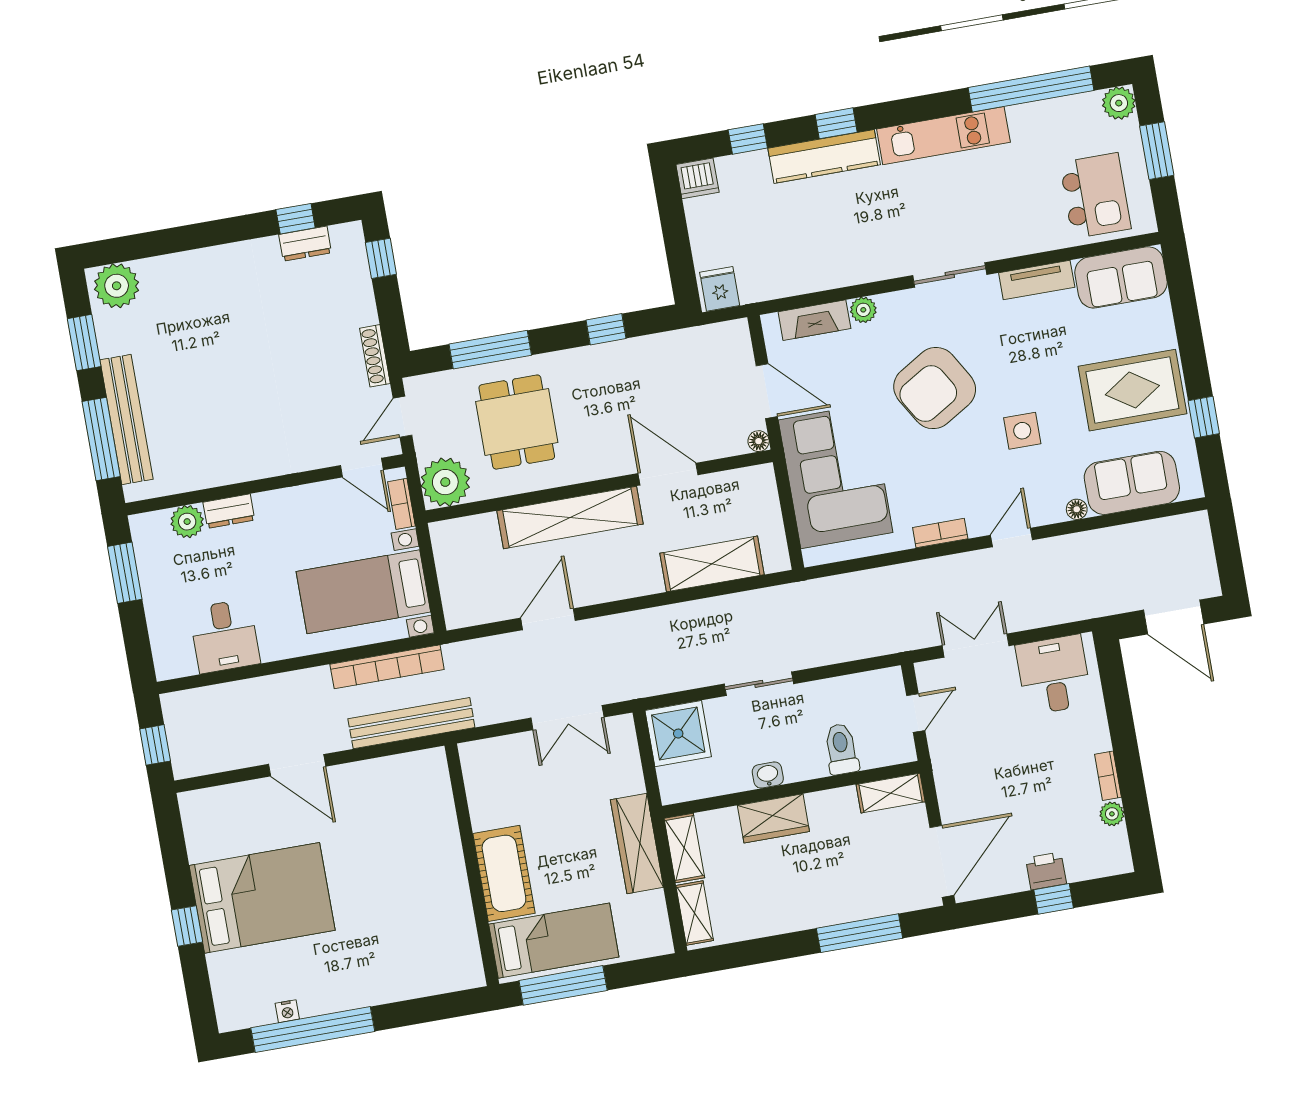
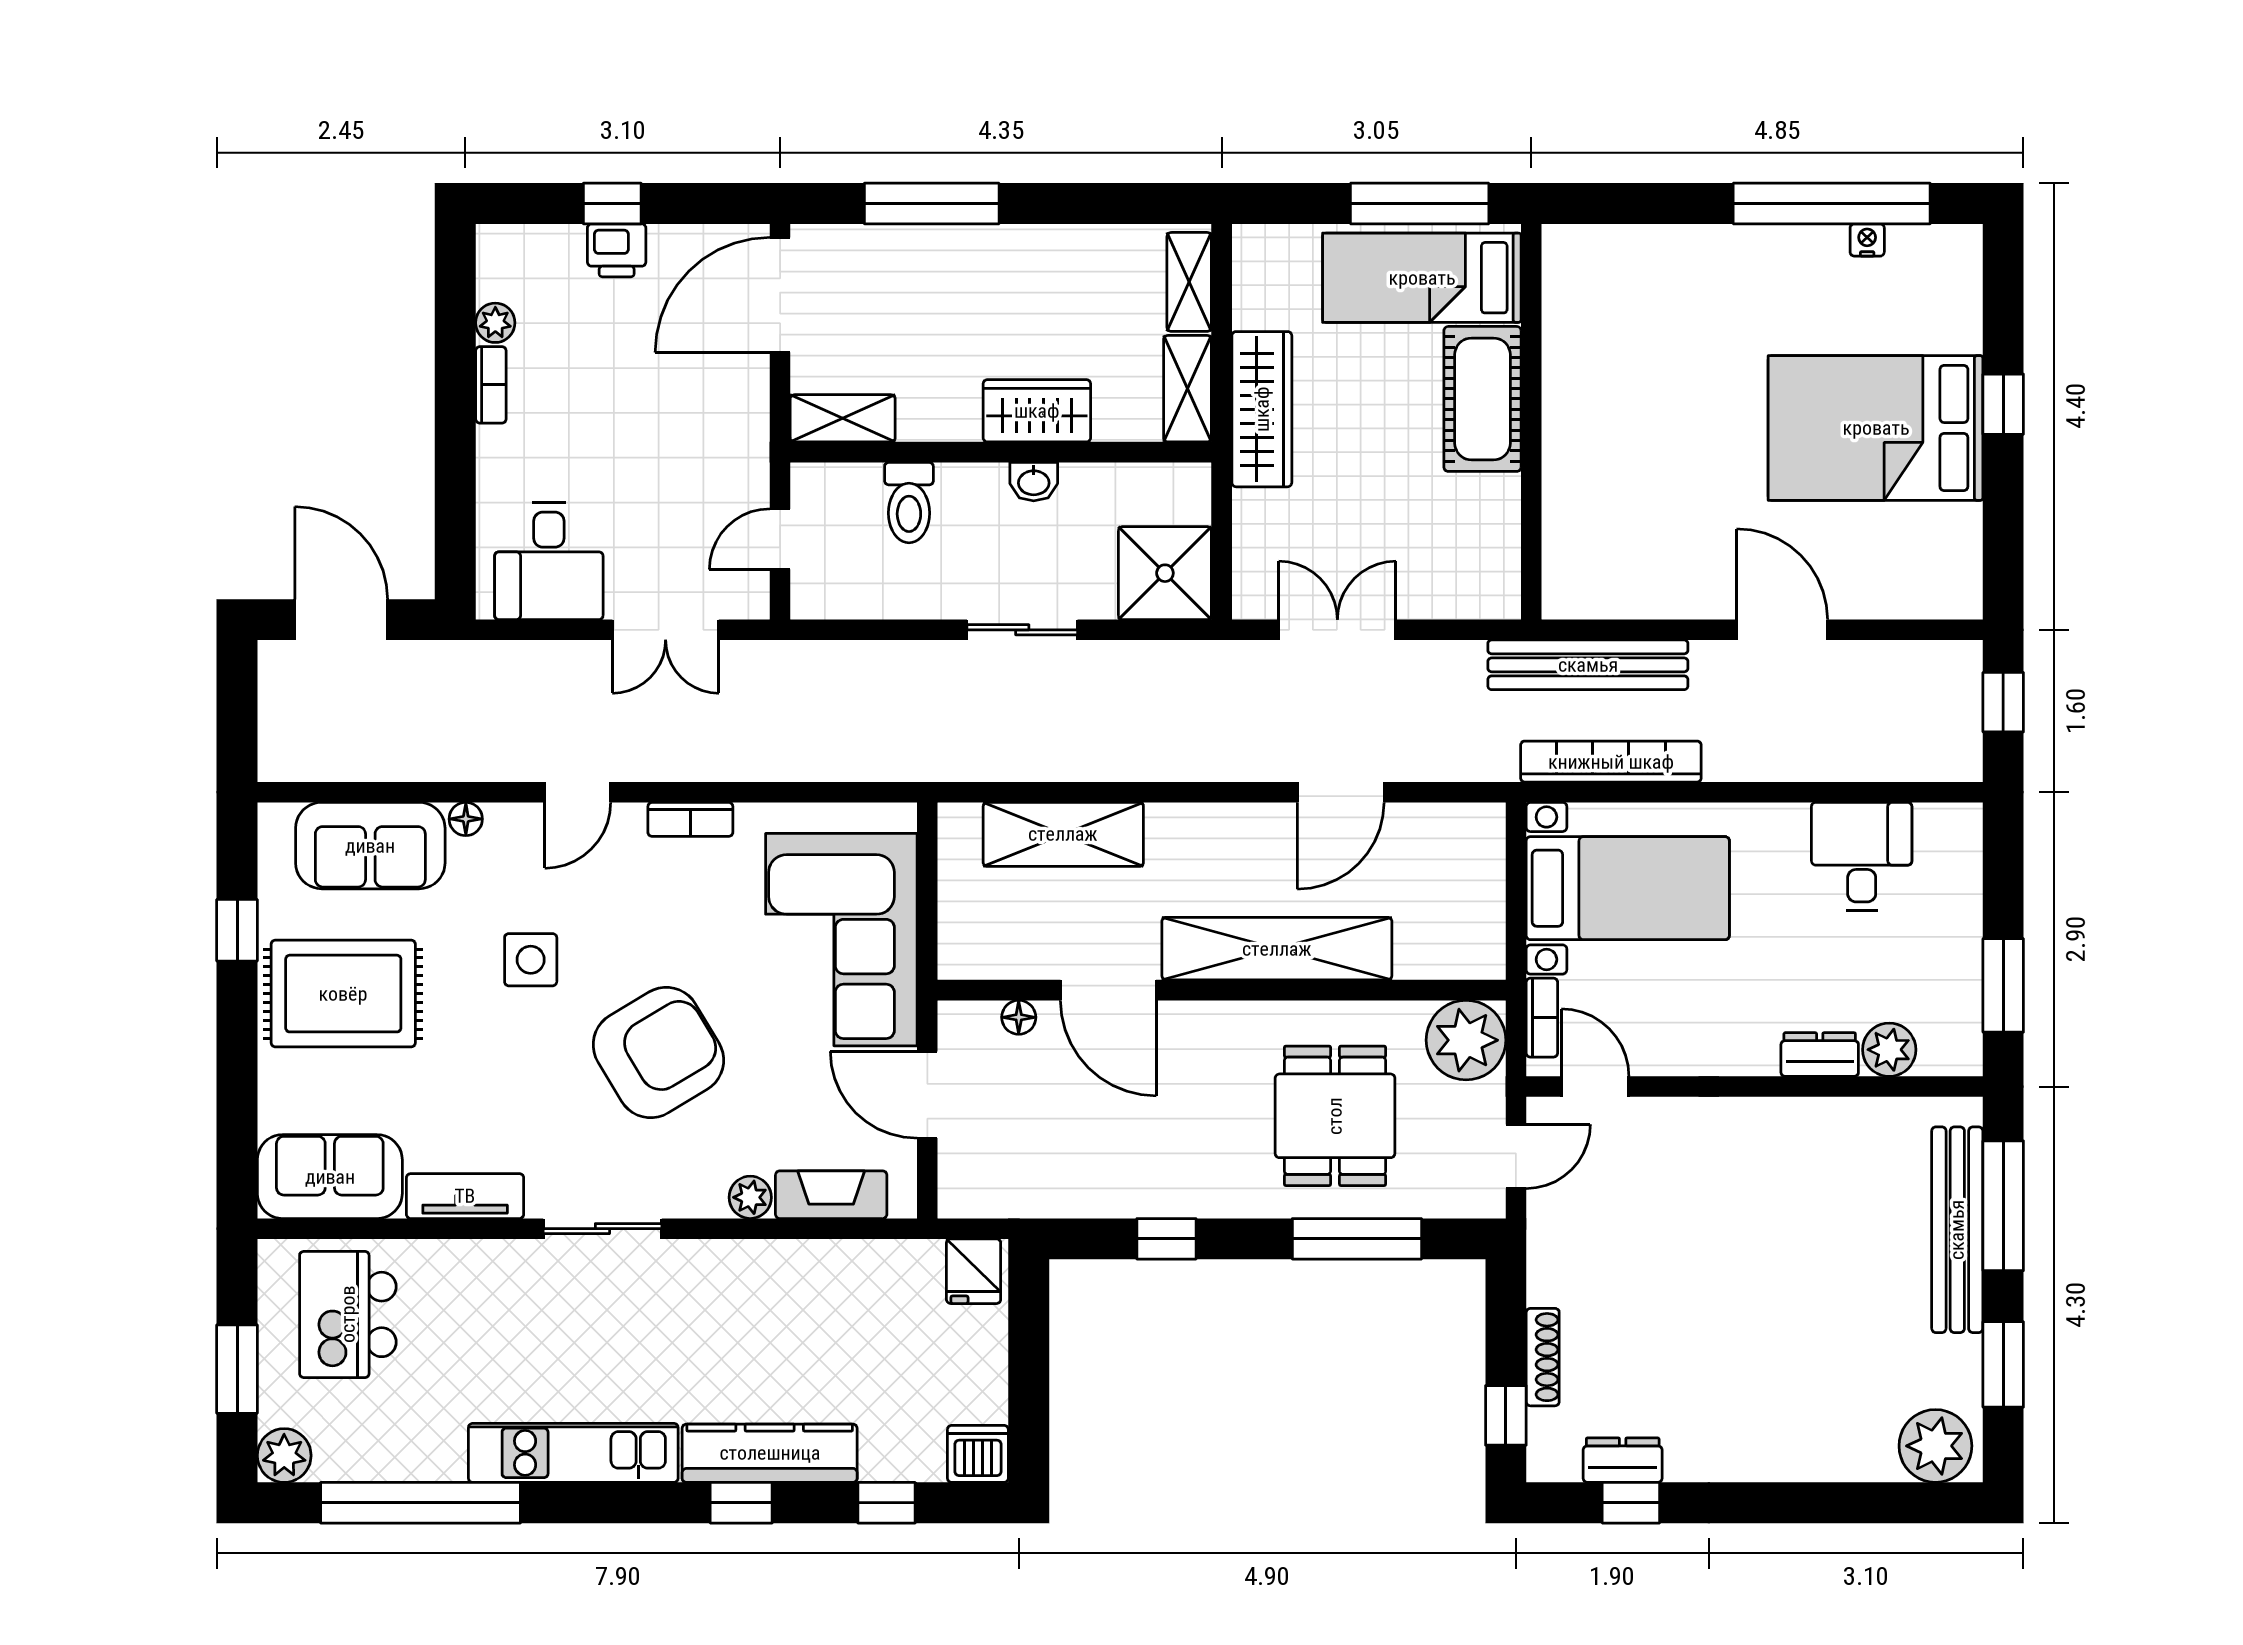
shoe rack: (375, 356) -> (1543, 1357), moved
floor lamp: (759, 441) -> (1019, 1017), moved

